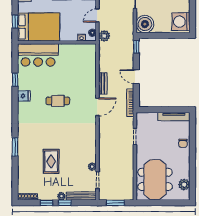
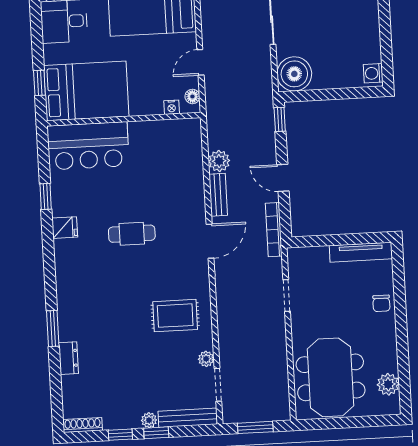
washing machine: (181, 22) -> (373, 73), width x0.53, depth x0.53
plant: (104, 36) -> (219, 161), moved
rug: (51, 161) -> (175, 316), moved, turned 90
dresser: (22, 162) -> (68, 358), added

